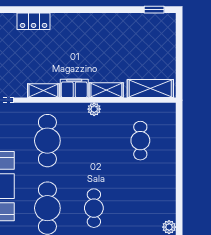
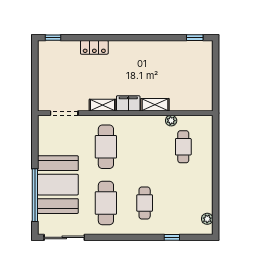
shelving: (150, 89) -> (192, 103), removed
plant: (94, 109) -> (171, 121), moved

